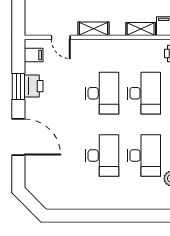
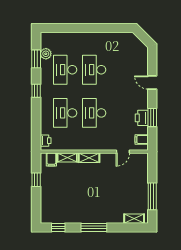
shelving: (93, 29) -> (89, 158), moved
door: (61, 37) -> (123, 152), swing flipped
door: (18, 137) -> (152, 83), width x0.53

